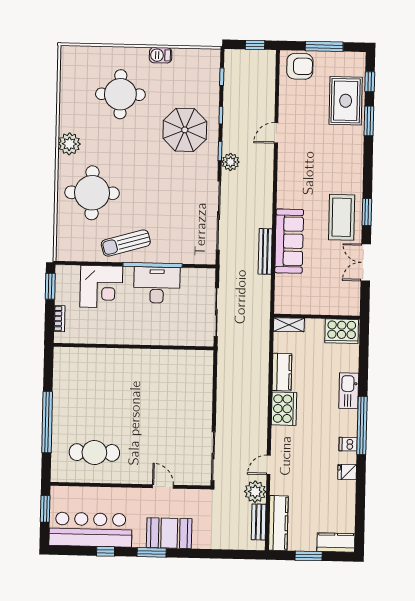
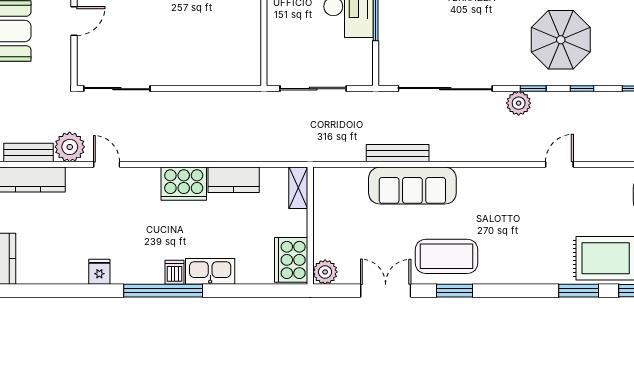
door: (276, 133) -> (559, 164), hinge flipped
plant: (351, 307) -> (325, 272), added
dishwasher: (348, 444) -> (175, 272), moved

